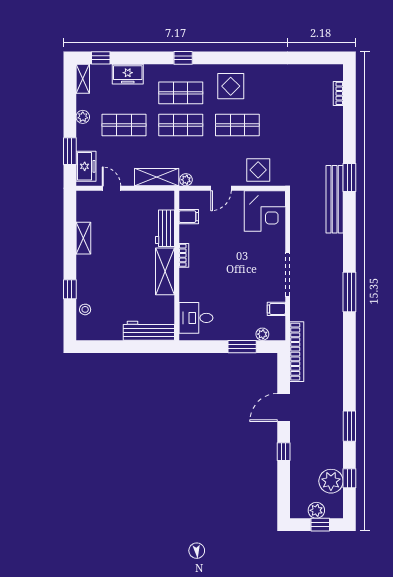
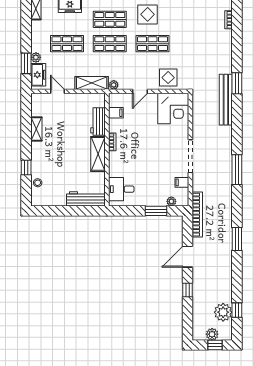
plant: (83, 117) -> (36, 57), moved
window: (349, 426) -> (237, 239), moved

